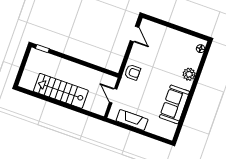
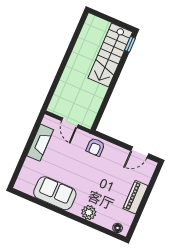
piano: (173, 35) -> (135, 197), added
stairs: (61, 91) -> (110, 55), moved, turned 180
door: (113, 96) -> (70, 123), swing flipped

